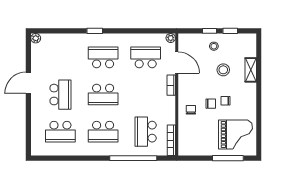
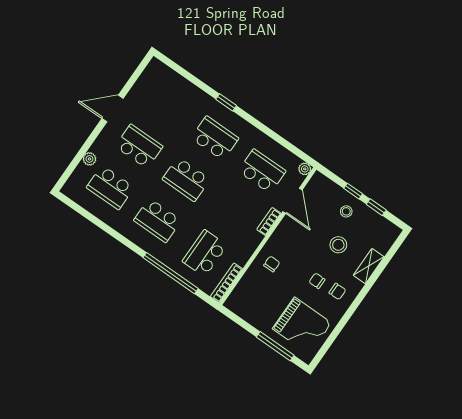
plant: (36, 38) -> (89, 159), moved
school desk: (60, 95) -> (139, 146), turned -90
chair: (211, 104) -> (337, 291), moved

